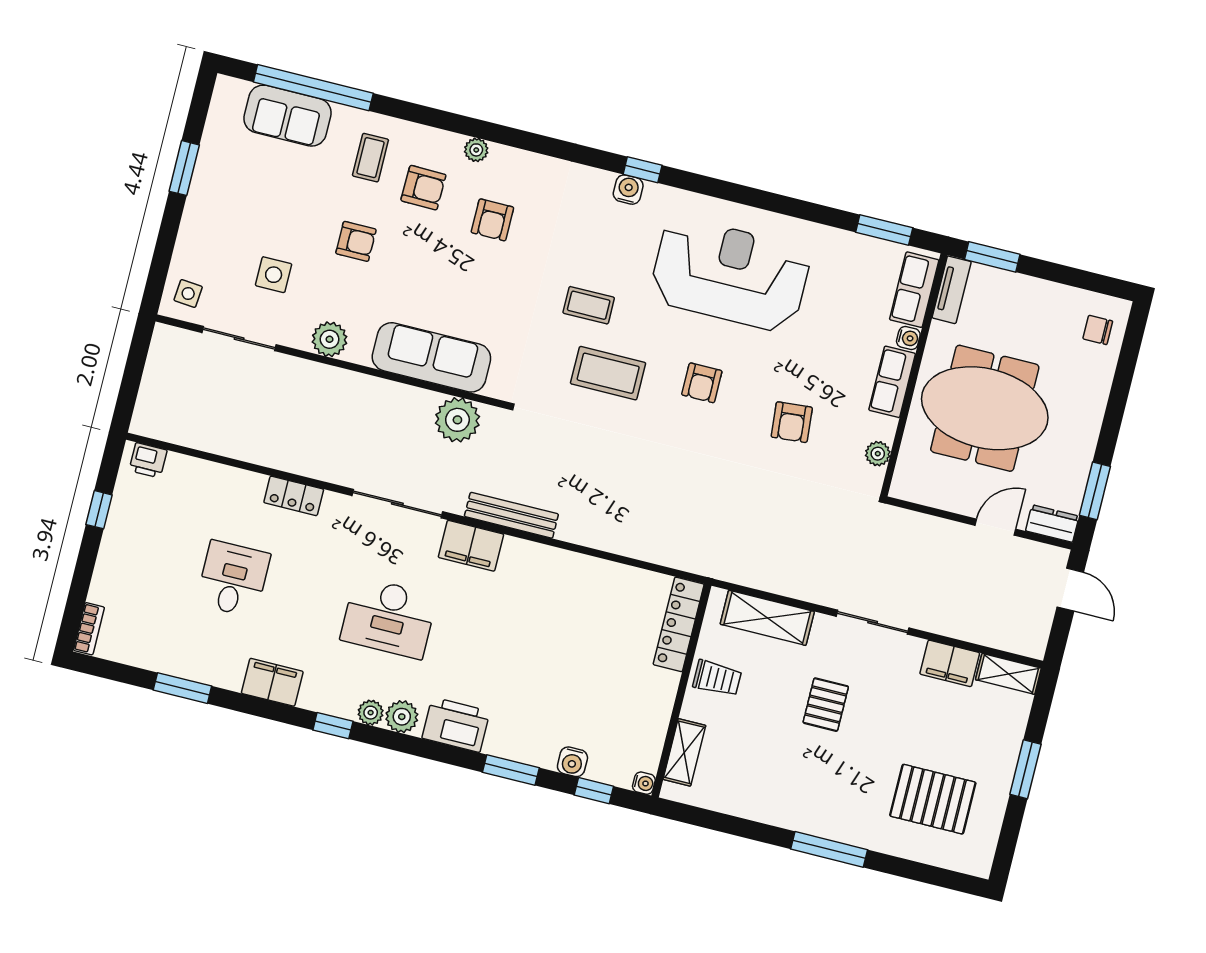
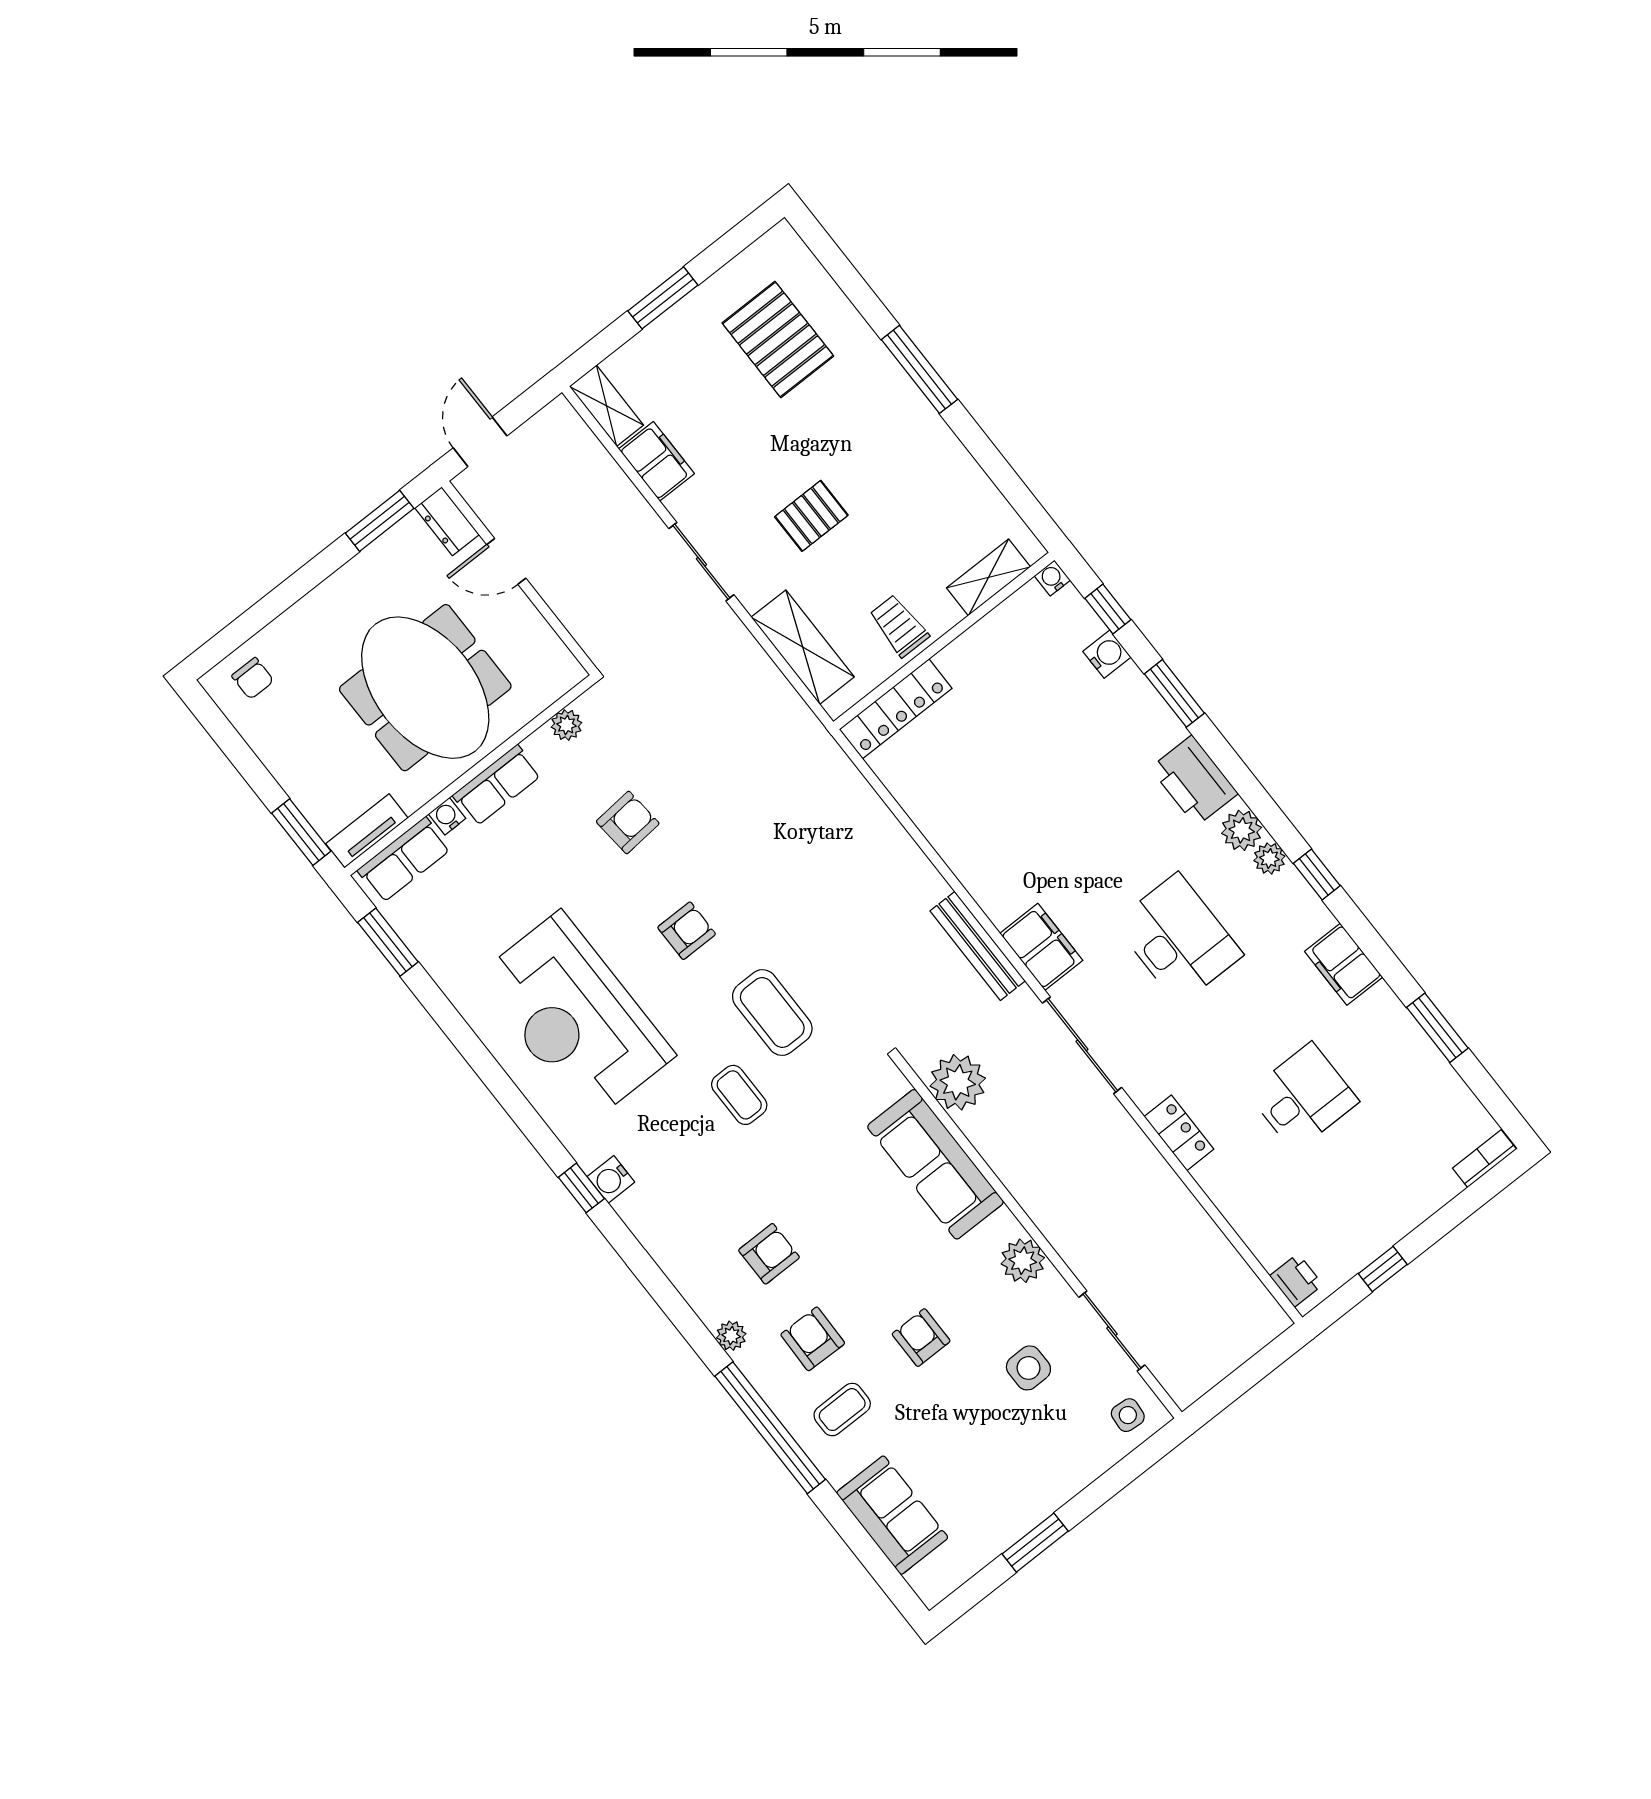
window: (313, 88) -> (770, 1428), moved
desk: (233, 579) -> (1303, 1097), turned 180

